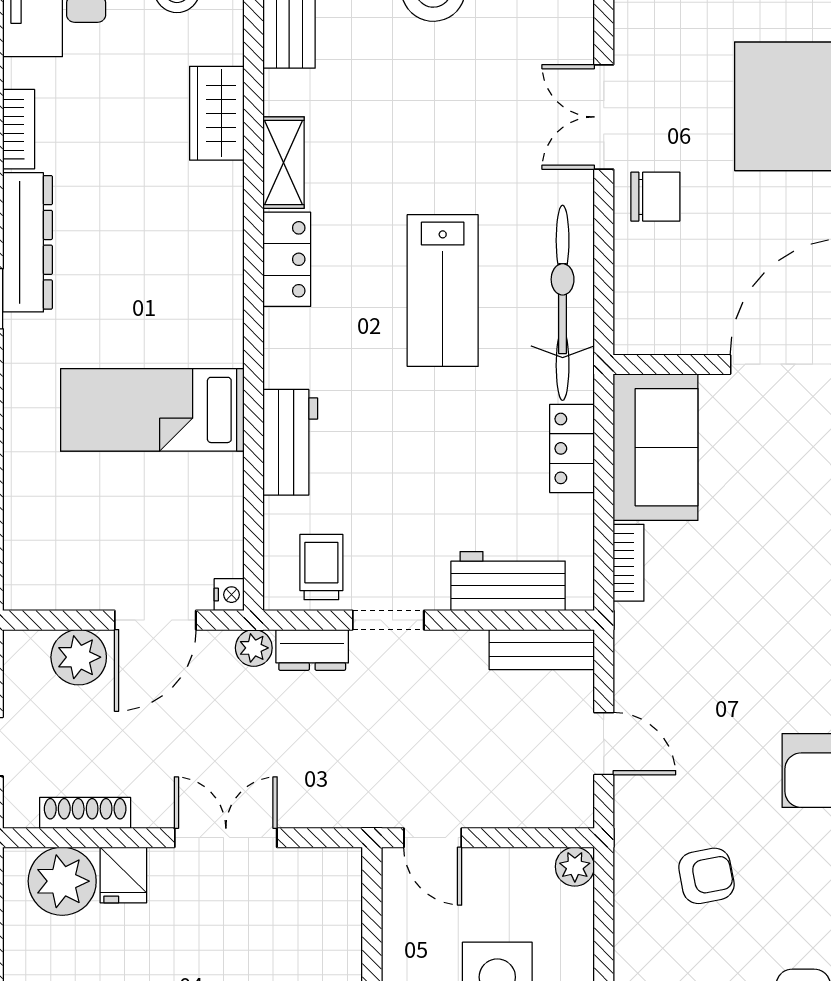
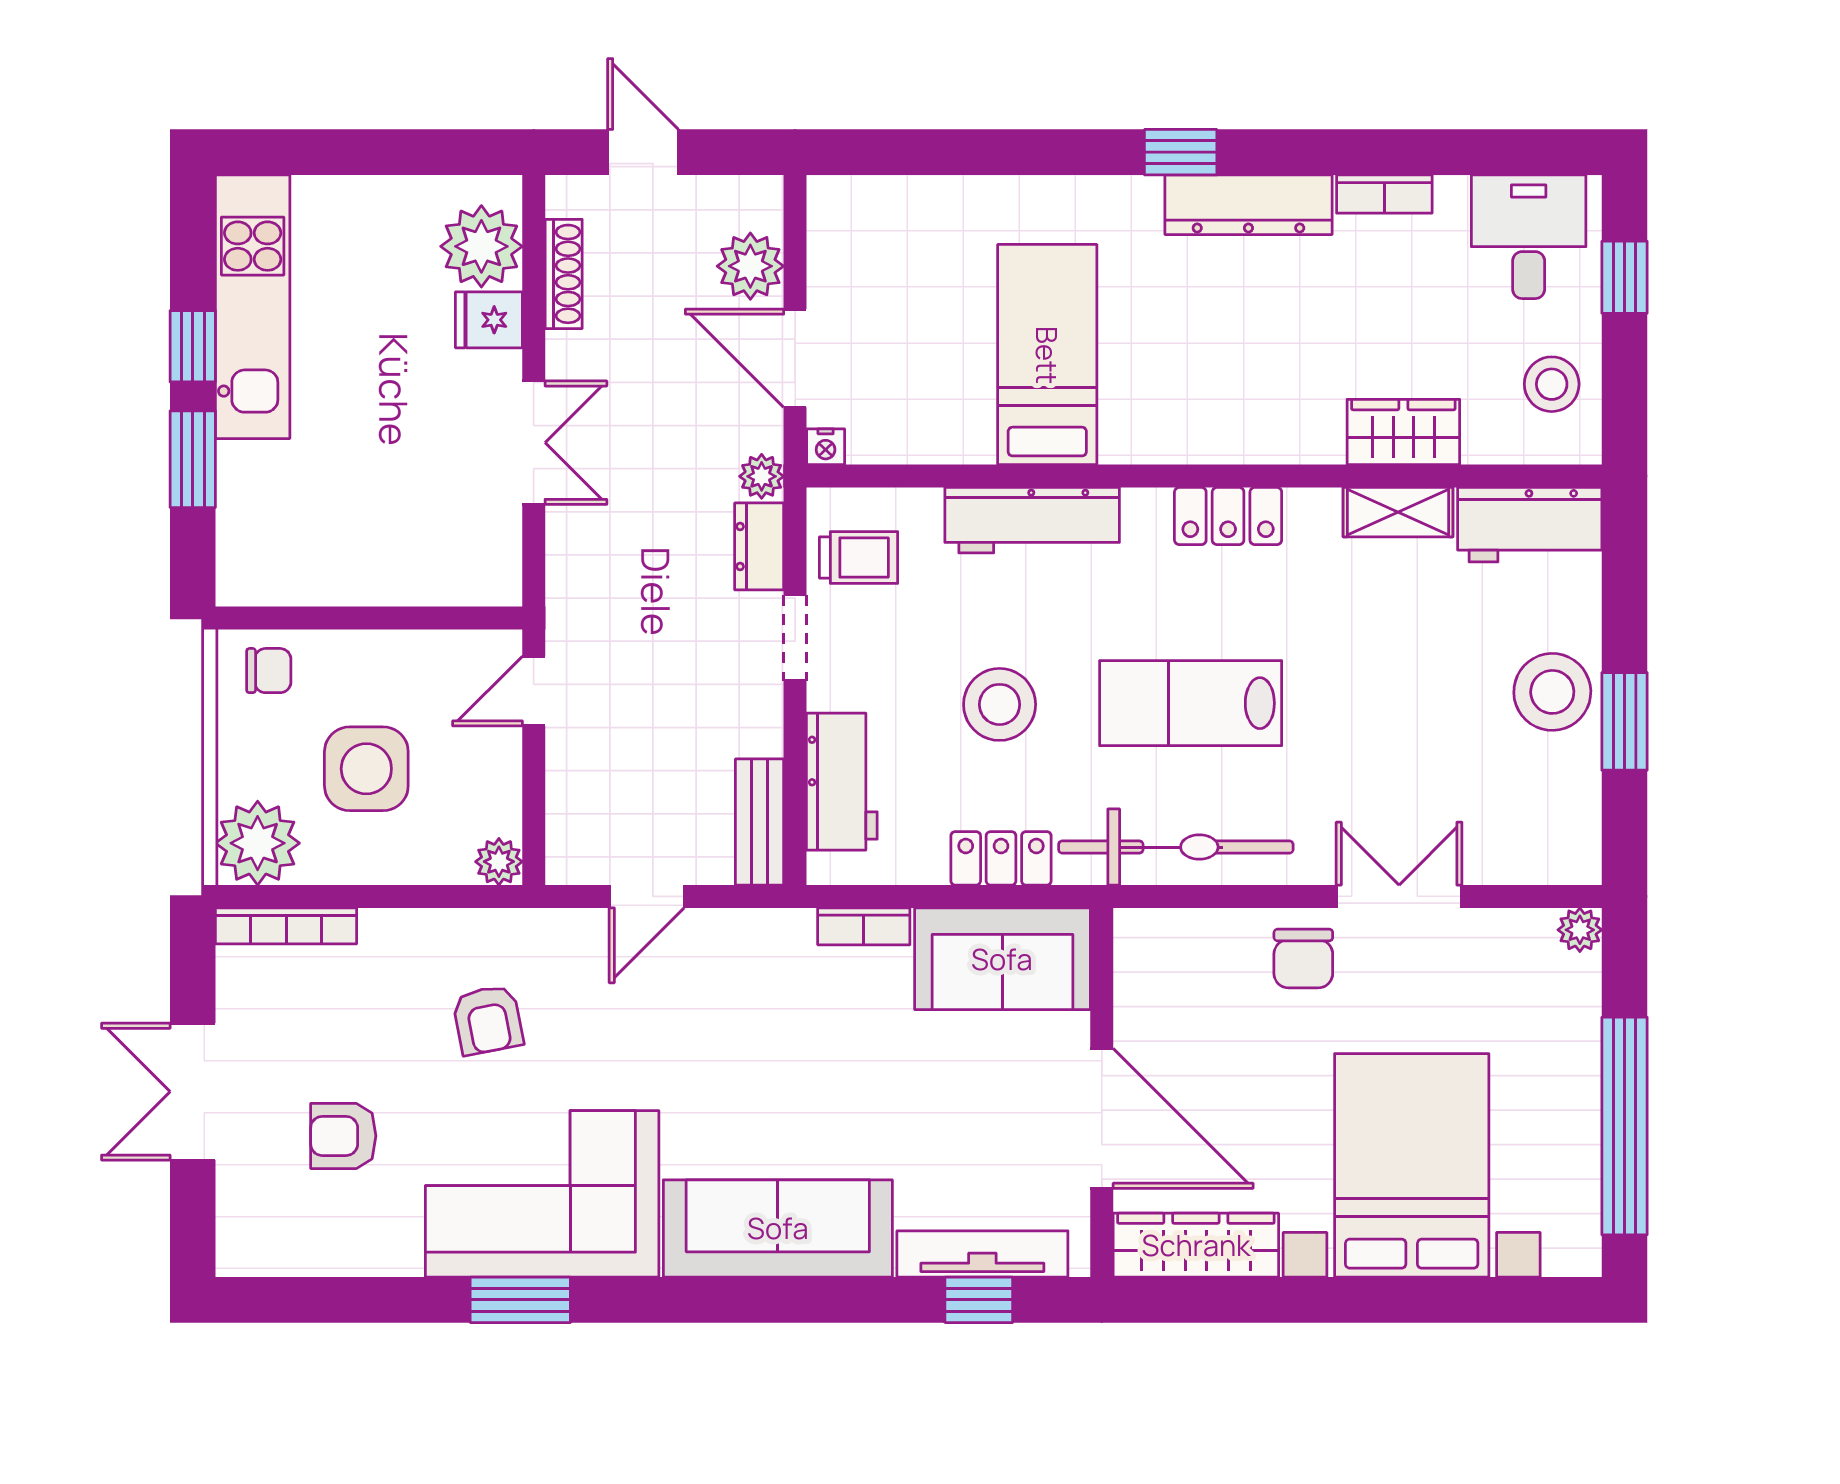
shelving: (284, 163) -> (1398, 512), moved
workbench: (290, 442) -> (1032, 520), width x1.38
stool: (444, 450) -> (1000, 704), added

